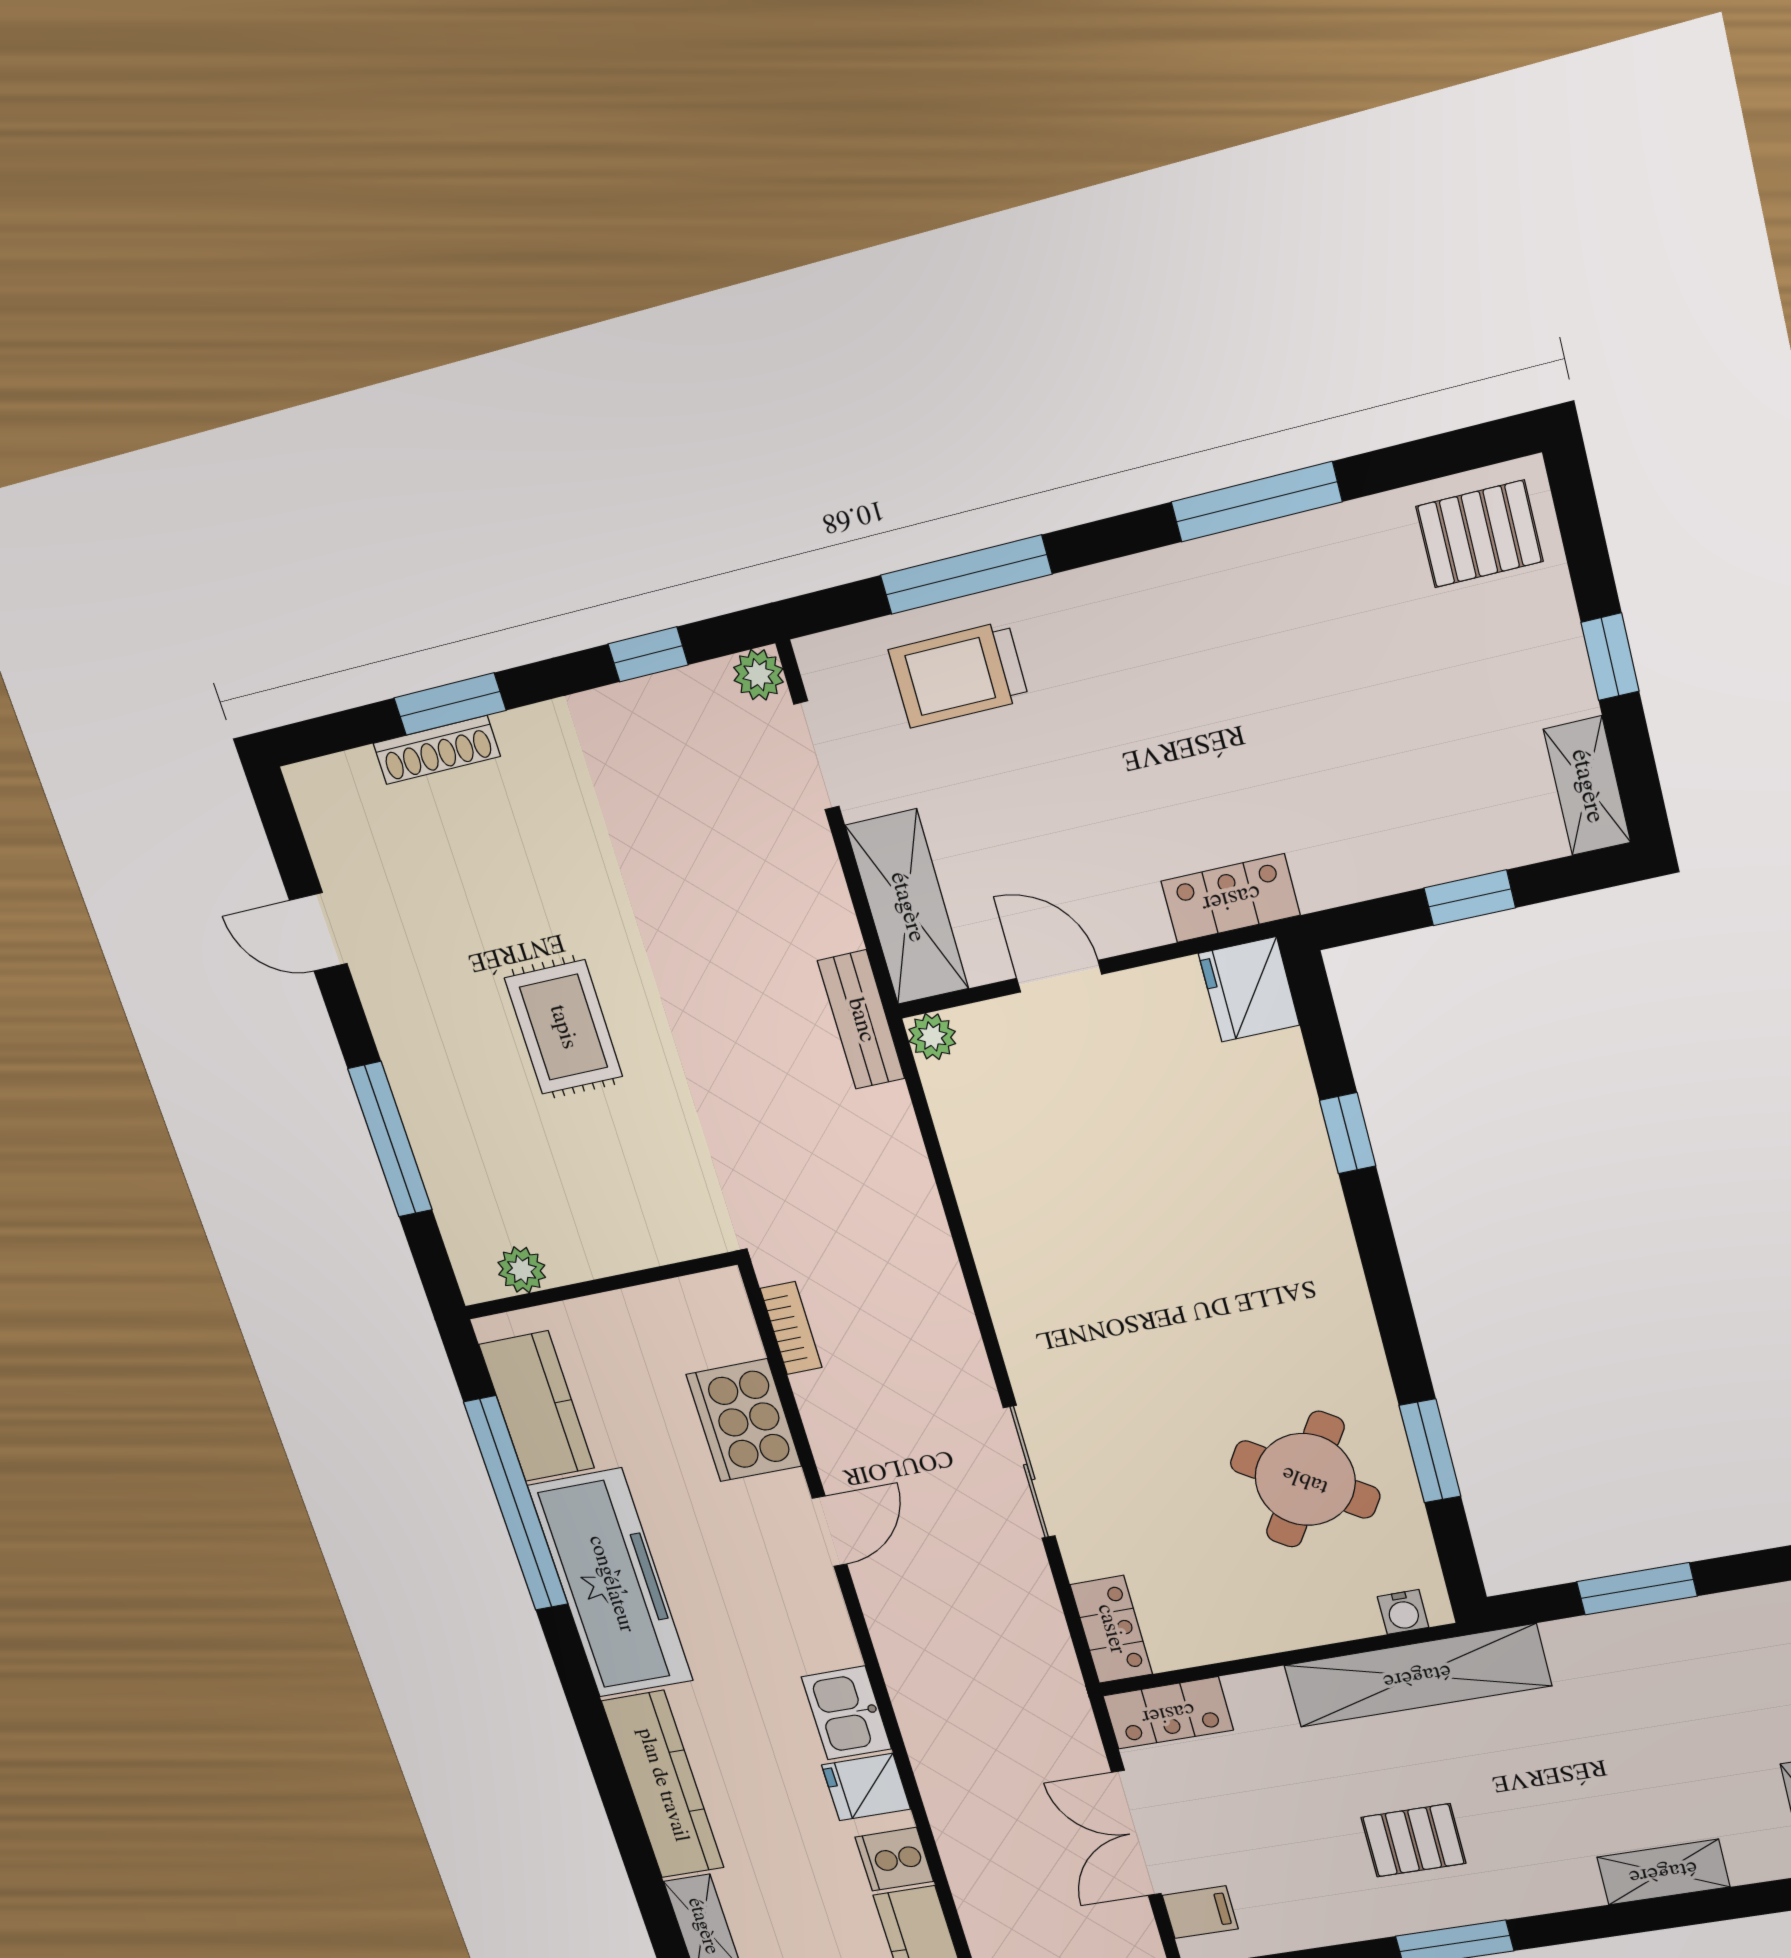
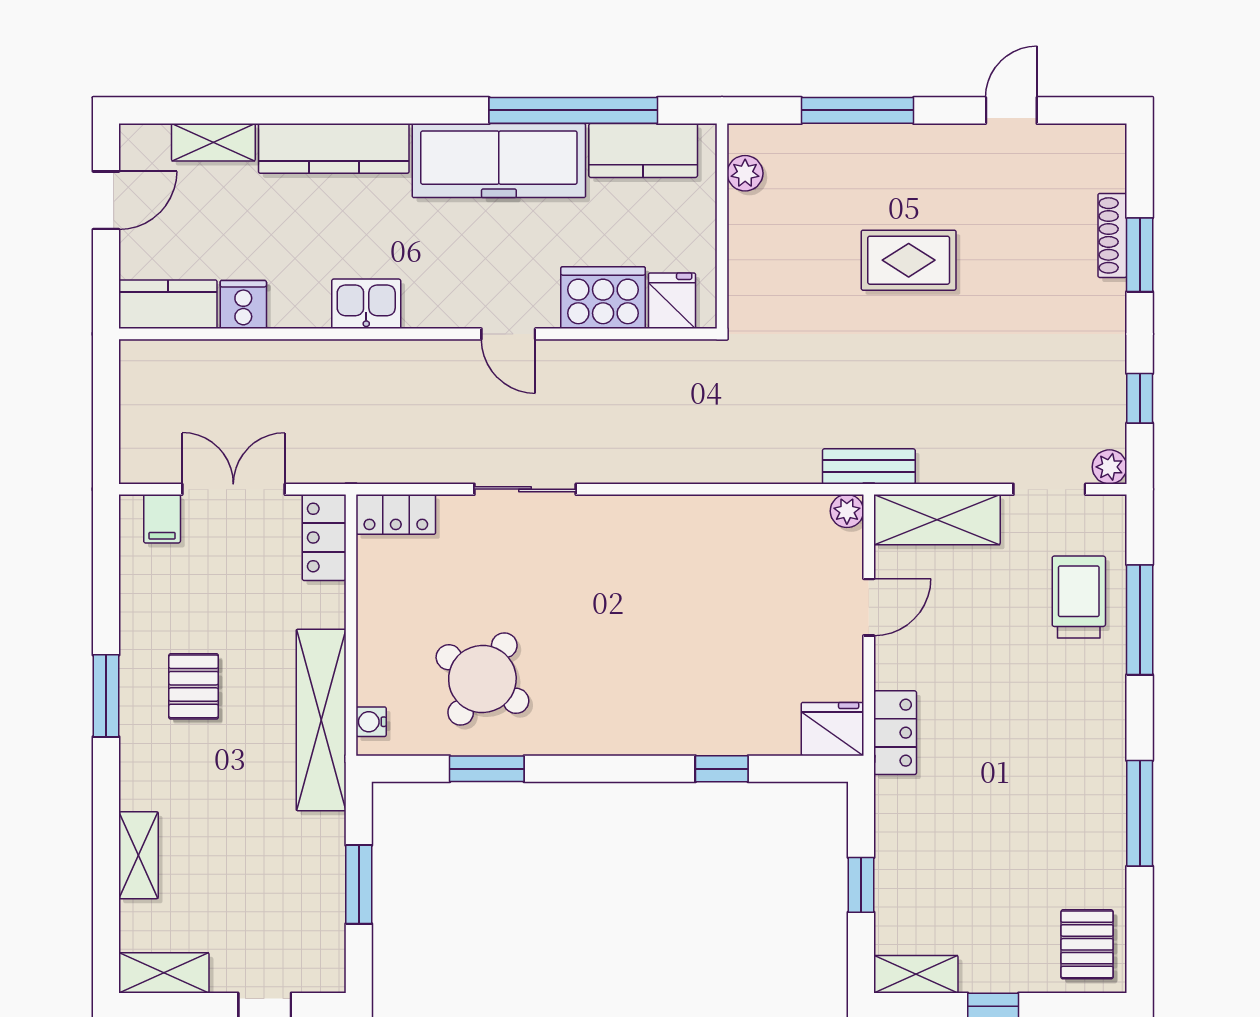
bookcase: (791, 1328) -> (664, 352), removed
fridge: (866, 1787) -> (672, 301), moved

